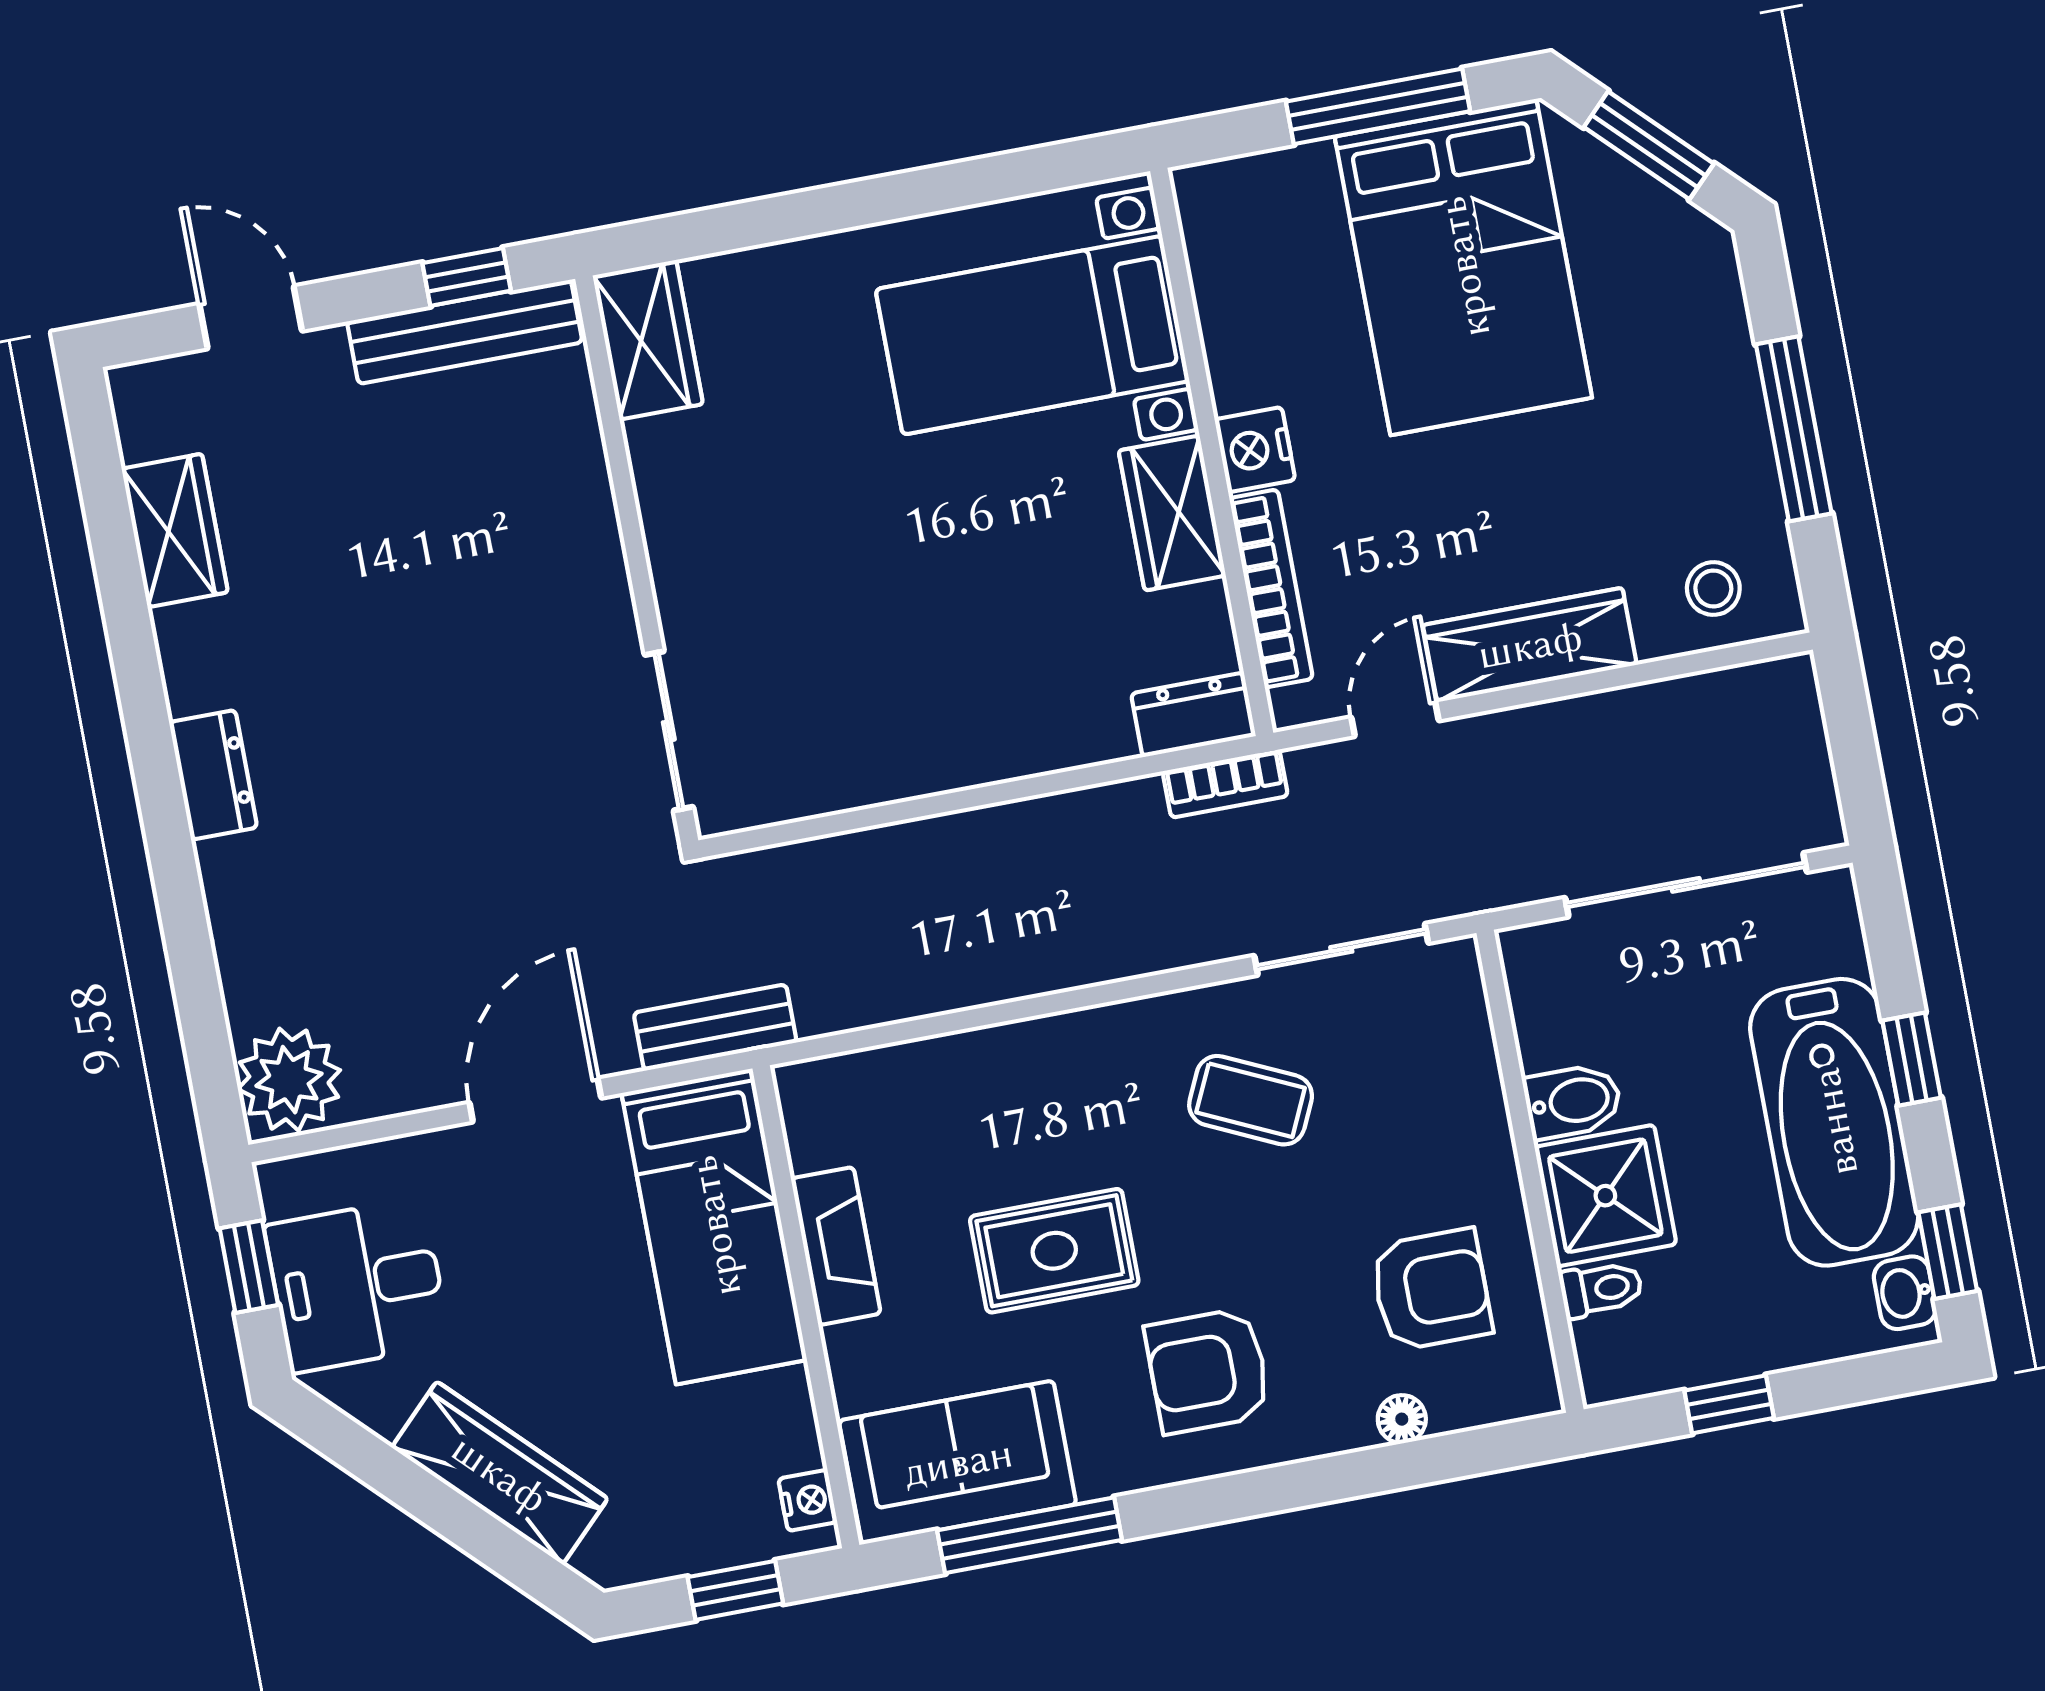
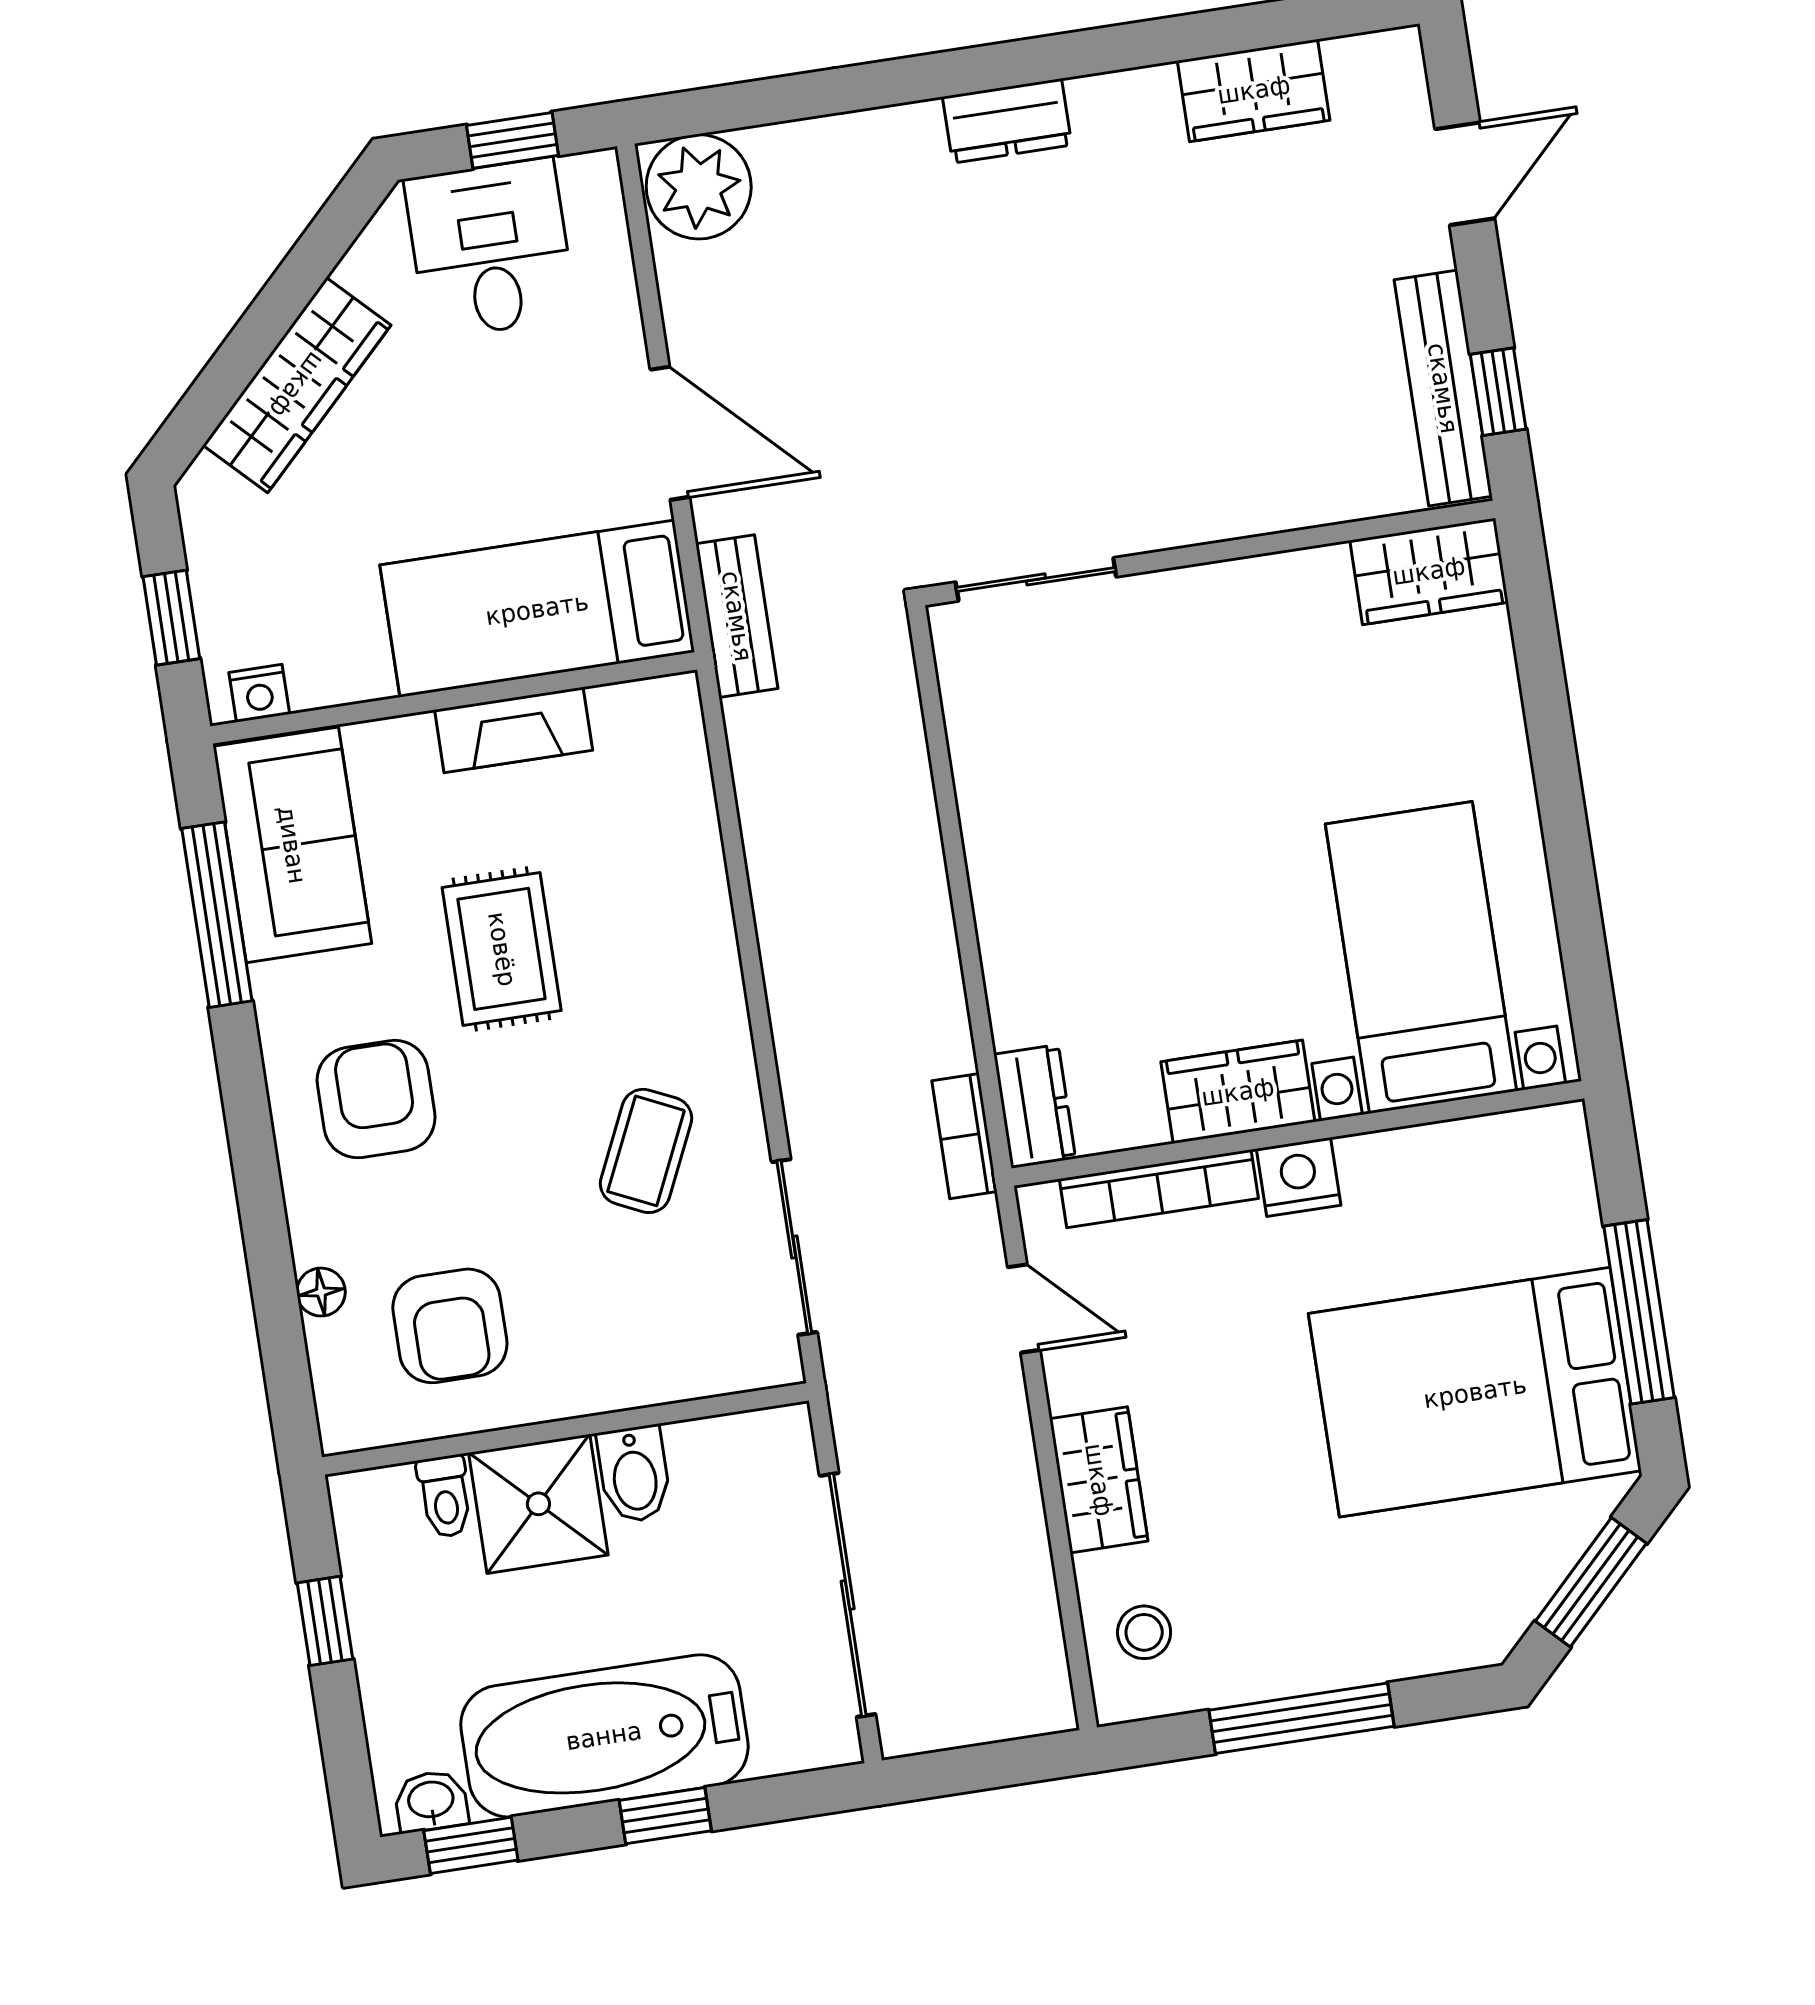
wardrobe: (1530, 645) -> (1099, 1480), width x0.67

